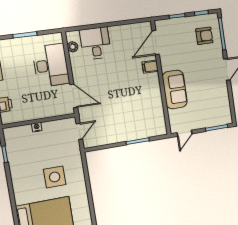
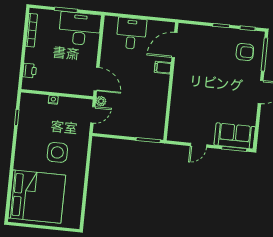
door: (156, 43) -> (175, 45), moved
plant: (73, 47) -> (101, 101), moved
desk: (51, 65) -> (80, 29), moved, turned -90
filing cabinet: (150, 67) -> (163, 68), moved
wall: (161, 78) -> (171, 81), moved
sofa: (175, 89) -> (235, 136), moved, turned -90

